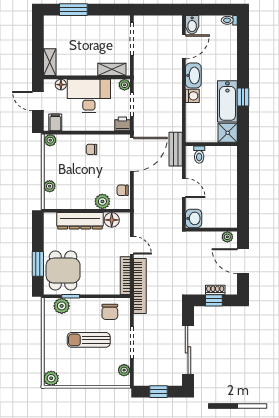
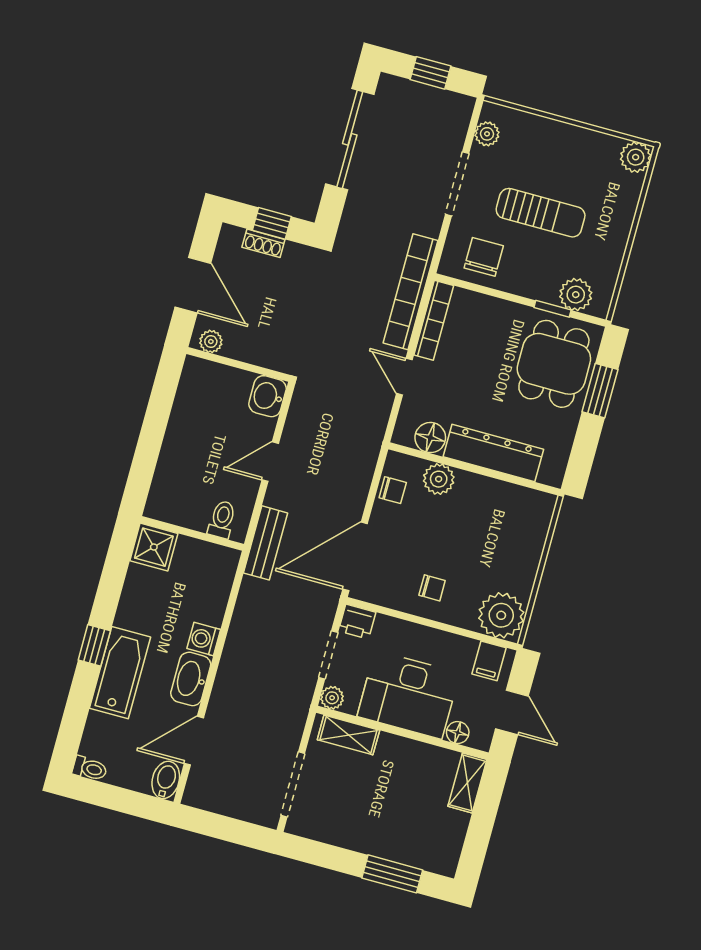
window: (243, 97) -> (94, 645), moved
bathtub: (227, 101) -> (120, 673), moved
plant: (50, 140) -> (501, 615), width x1.88, depth x1.88
plant: (50, 186) -> (535, 538), removed
door: (184, 188) -> (270, 462), hinge flipped

